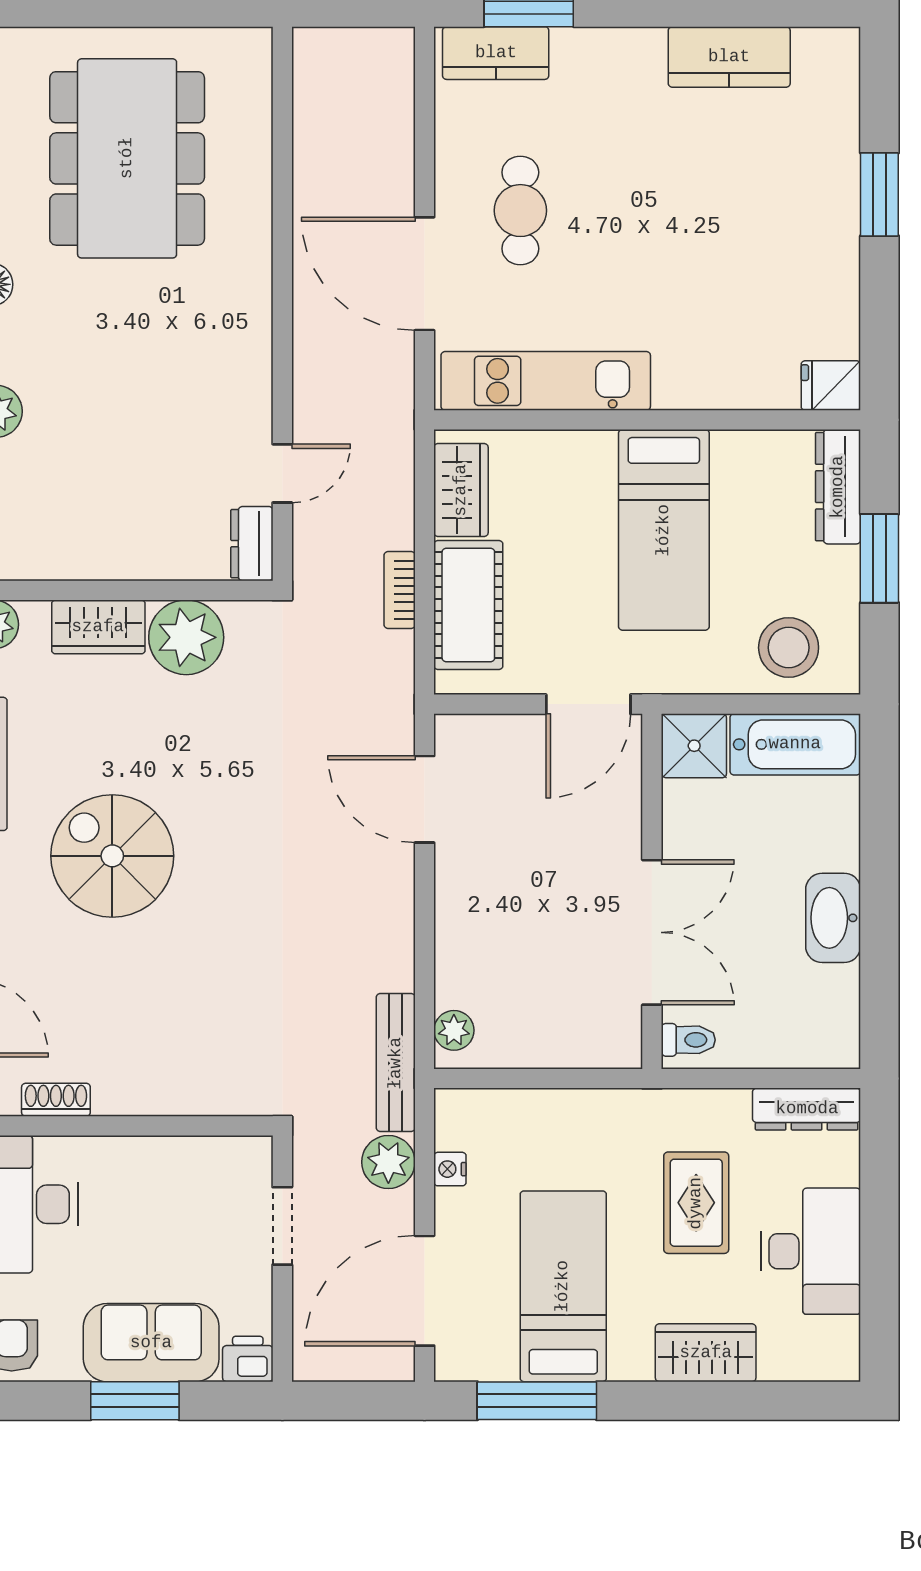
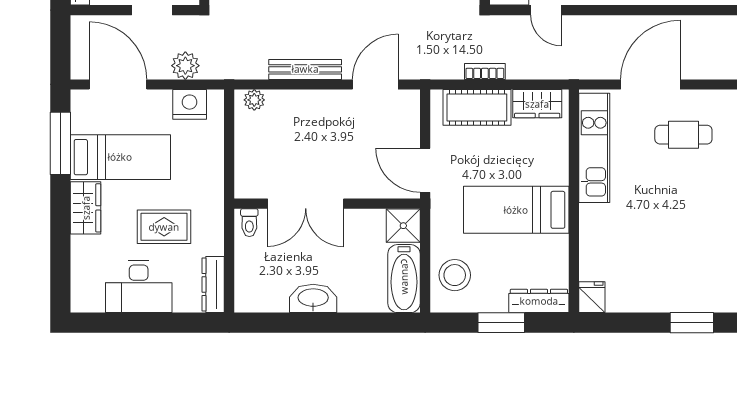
bench: (396, 1063) -> (305, 69), moved
nightstand: (450, 1169) -> (190, 104), width x1.89, depth x1.79
wardrobe: (706, 1353) -> (86, 208), moved

